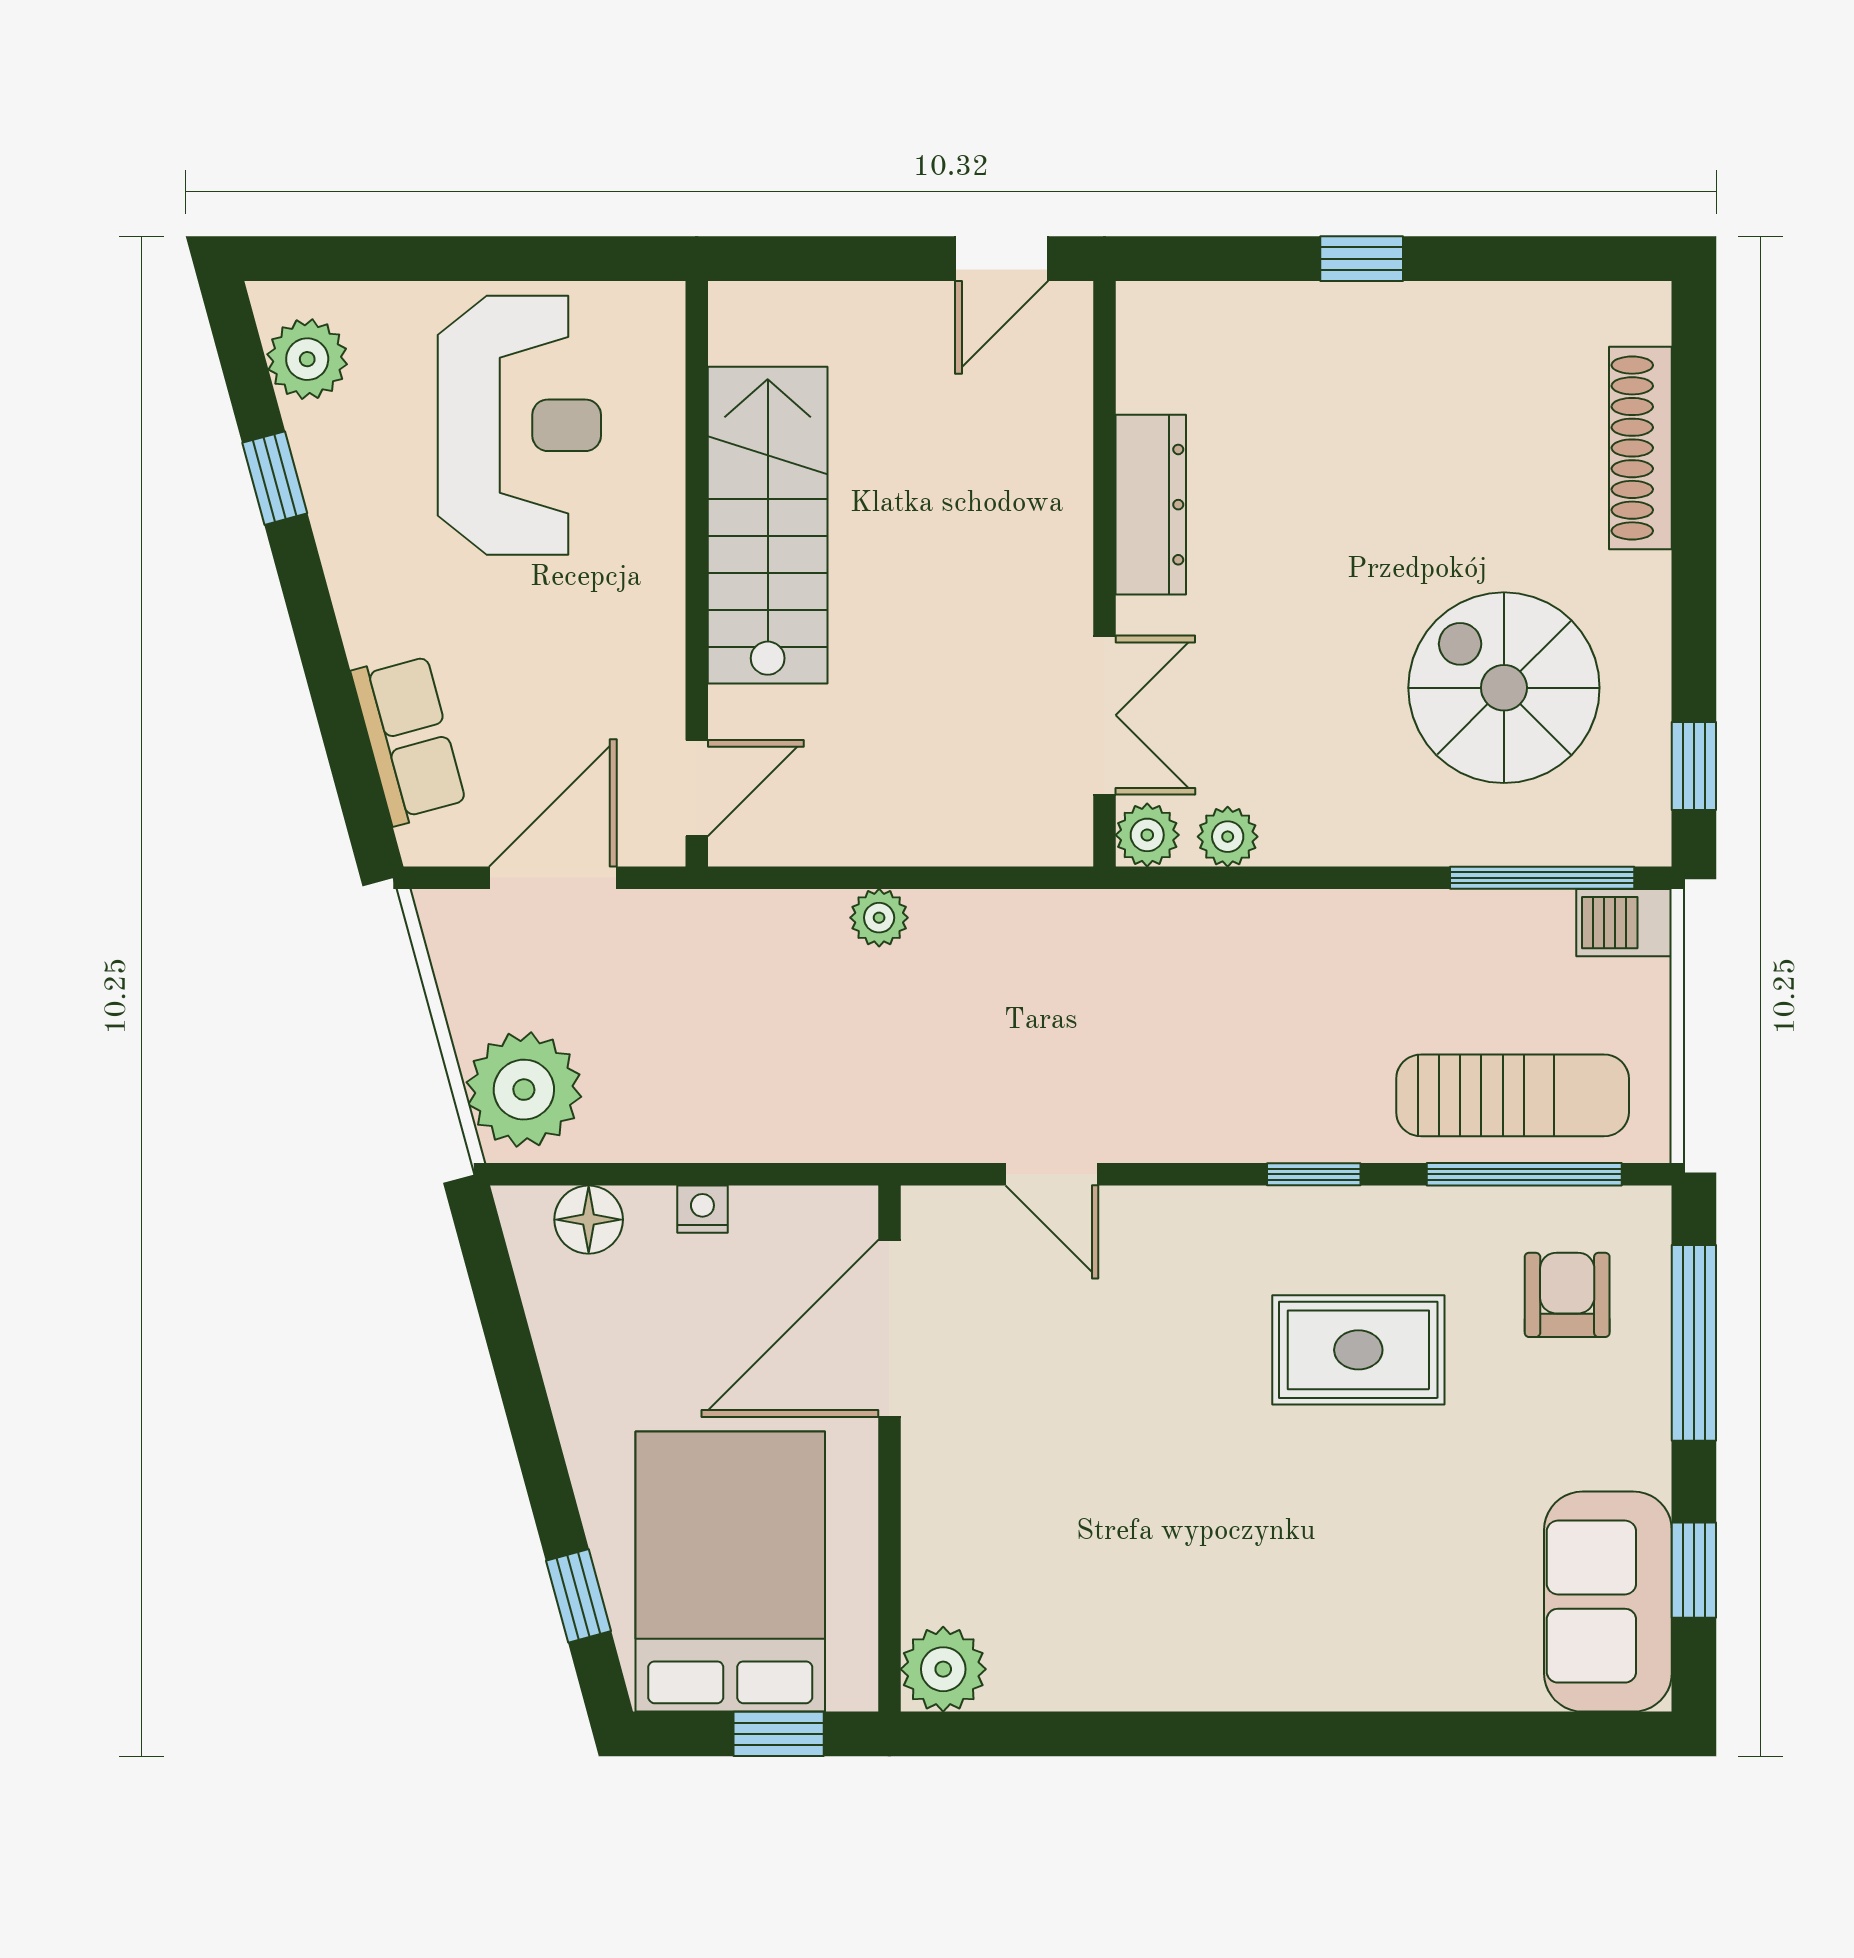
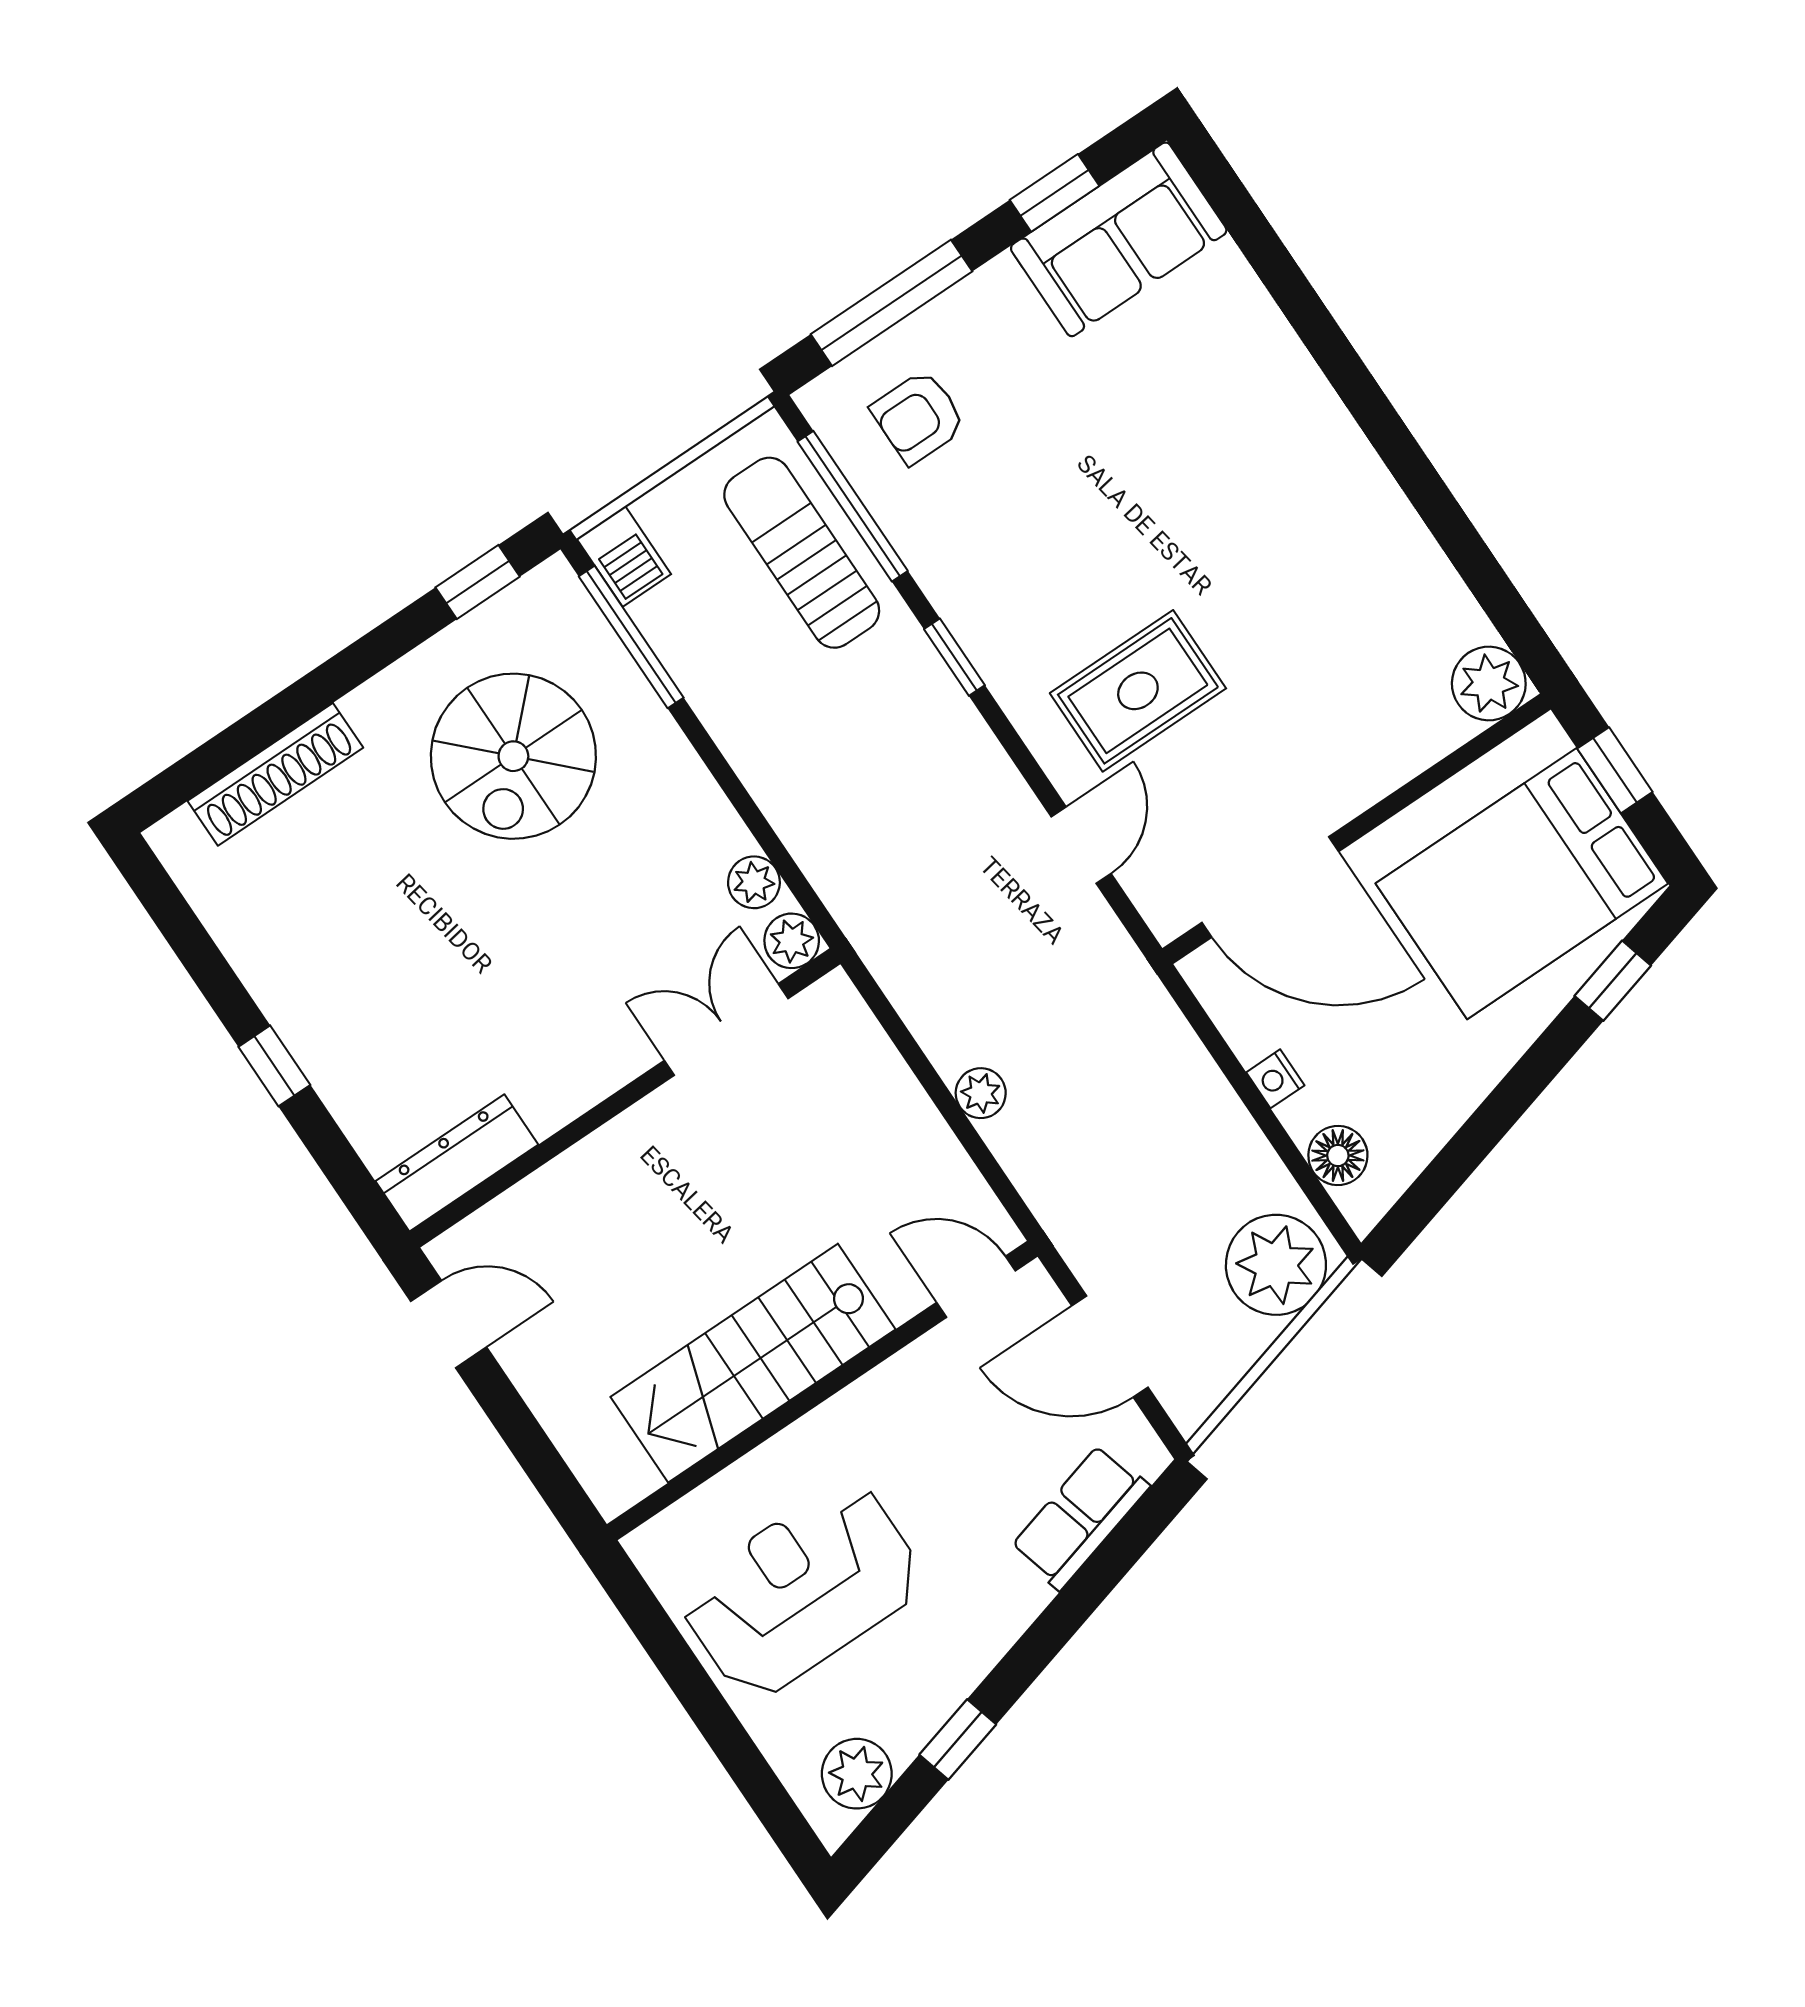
dresser: (1151, 505) -> (457, 1163), moved
rug: (1358, 1350) -> (1138, 691), moved, turned 90

